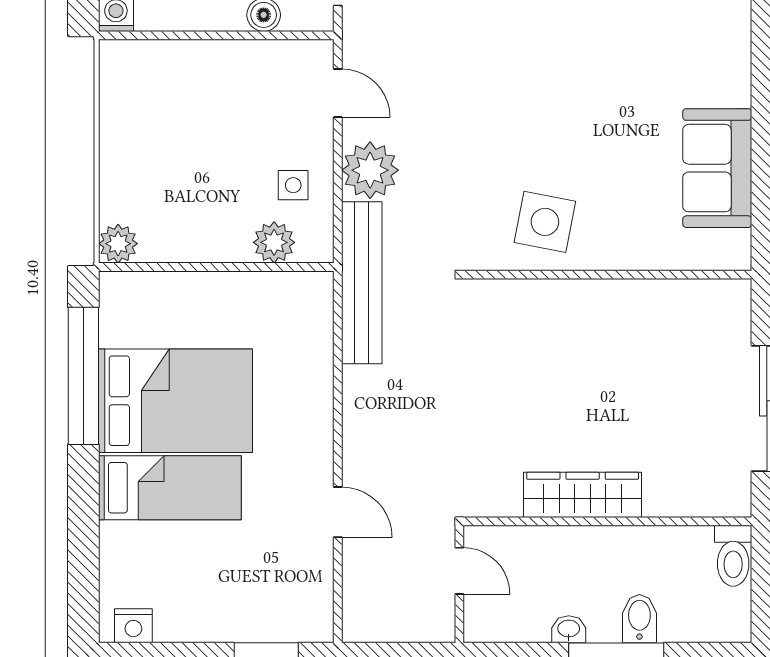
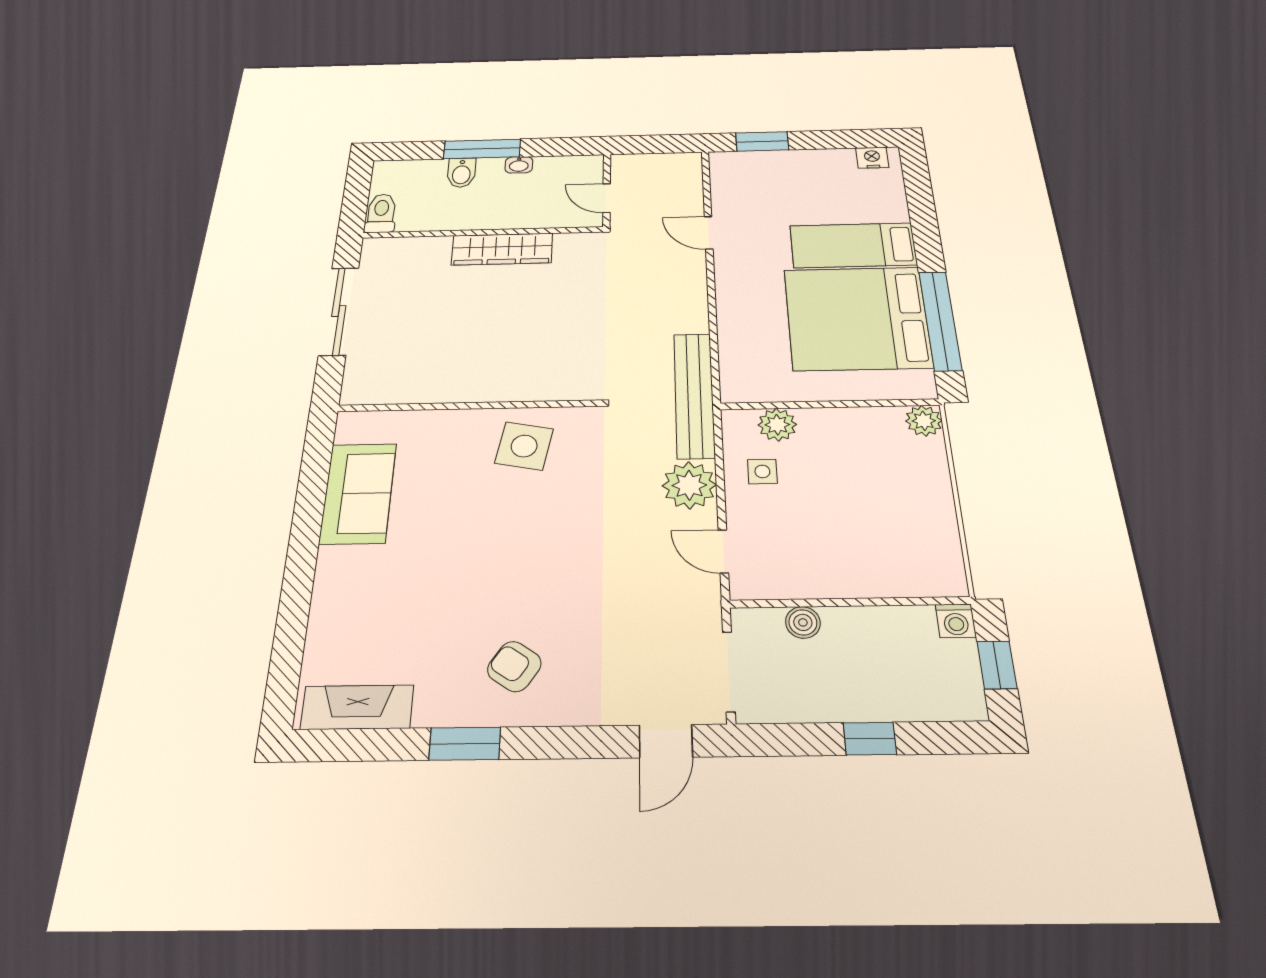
bed: (175, 401) -> (857, 318), width x1.36

